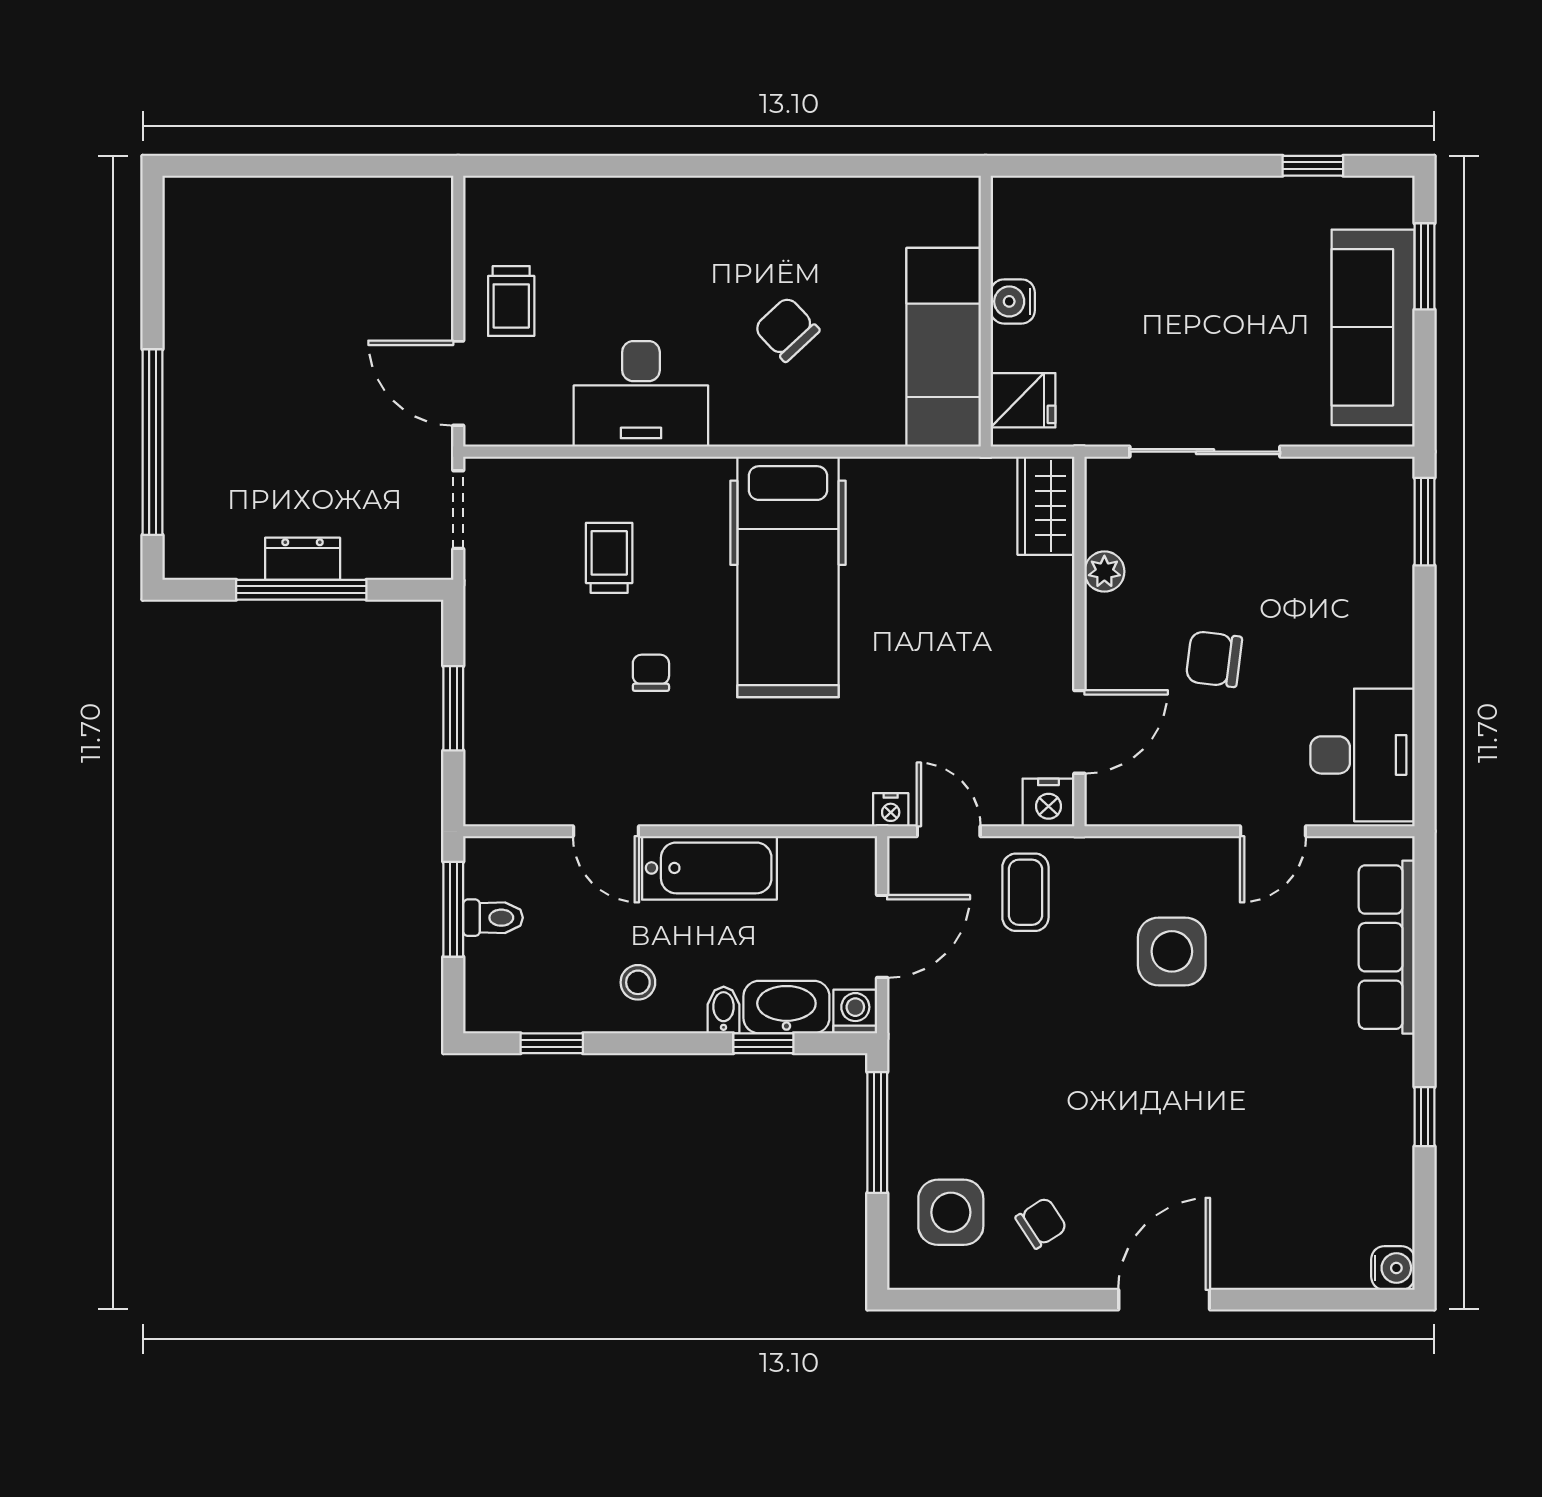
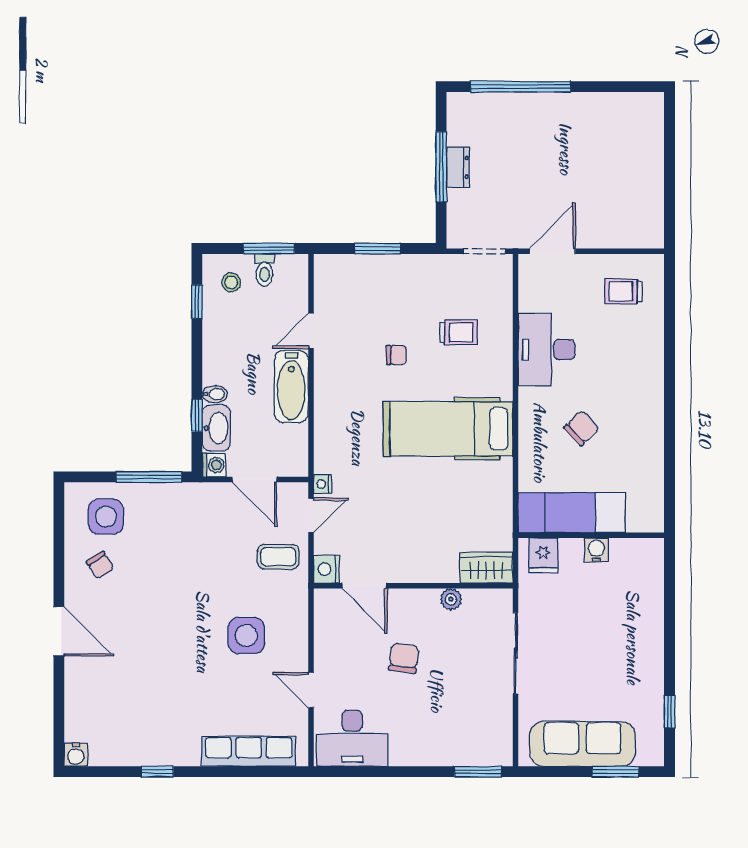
trolley: (511, 301) -> (623, 291), moved
stool: (638, 982) -> (231, 282), moved

